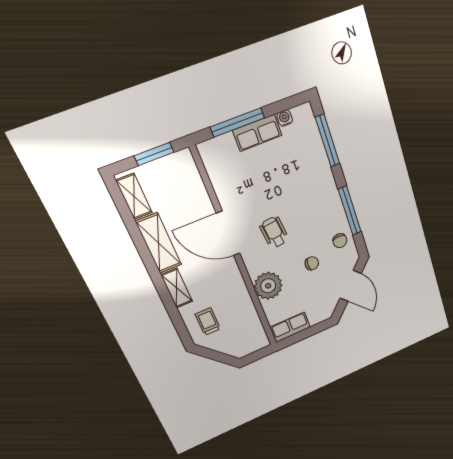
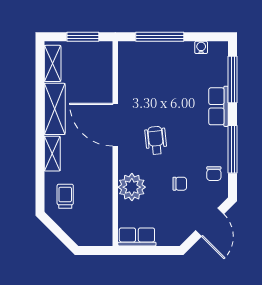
row of seats: (257, 133) -> (218, 106), moved, turned 90

